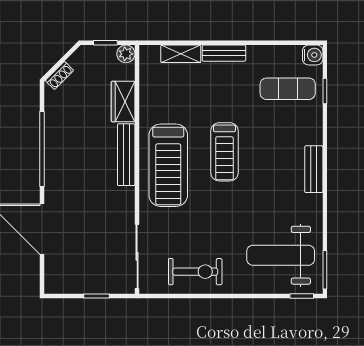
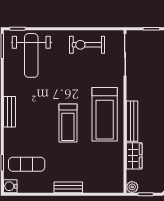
shelving: (181, 54) -> (96, 187), removed
treadmill: (224, 152) -> (68, 123), turned 180
treadmill: (168, 165) -> (105, 114), turned 180
weight bench: (281, 255) -> (31, 55), turned 90

